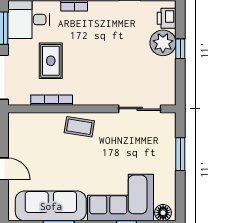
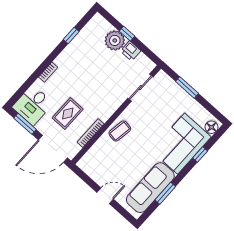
printer: (167, 18) -> (131, 51), moved
rug: (51, 61) -> (68, 114), turned 90

